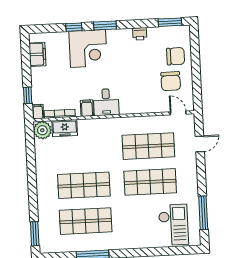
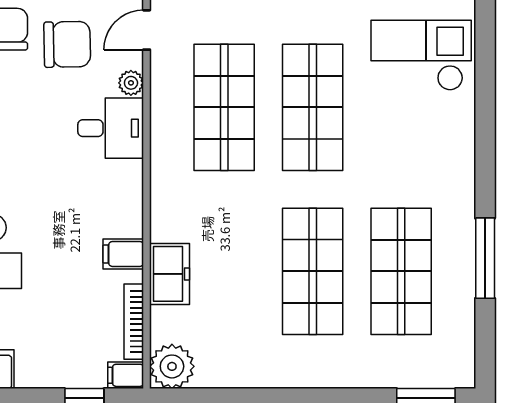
desk: (106, 102) -> (111, 128), moved
plant: (156, 108) -> (131, 83), added
freezer: (65, 128) -> (170, 274), moved

